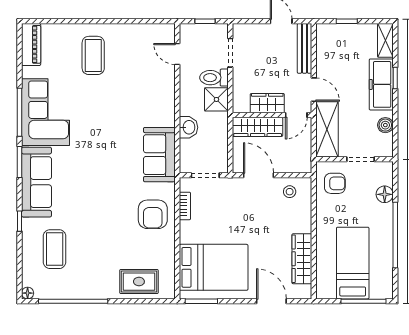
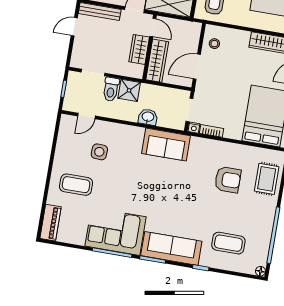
piano: (31, 44) -> (51, 223), moved, turned 90
side table: (137, 77) -> (99, 152), added
nightstand: (185, 184) -> (194, 128), added
armchair: (153, 214) -> (228, 180), moved

